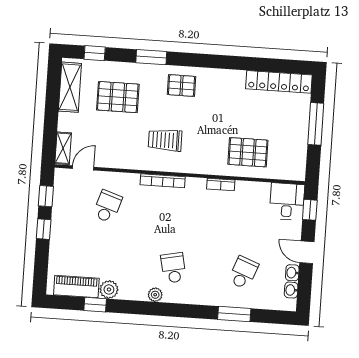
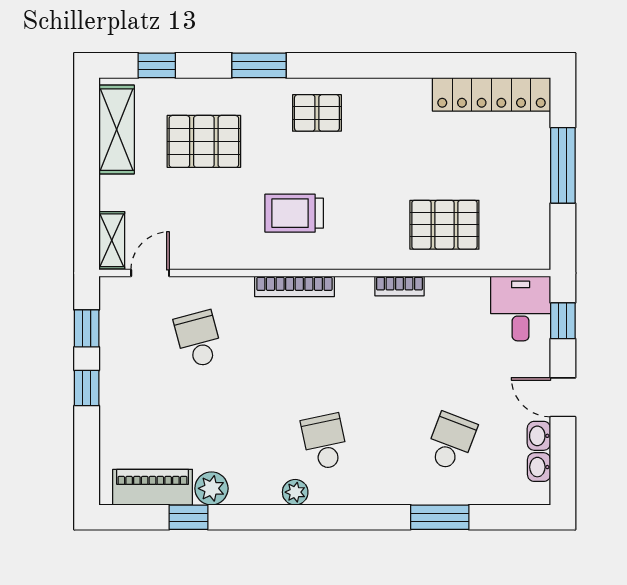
school desk: (107, 206) -> (199, 339), turned -33

